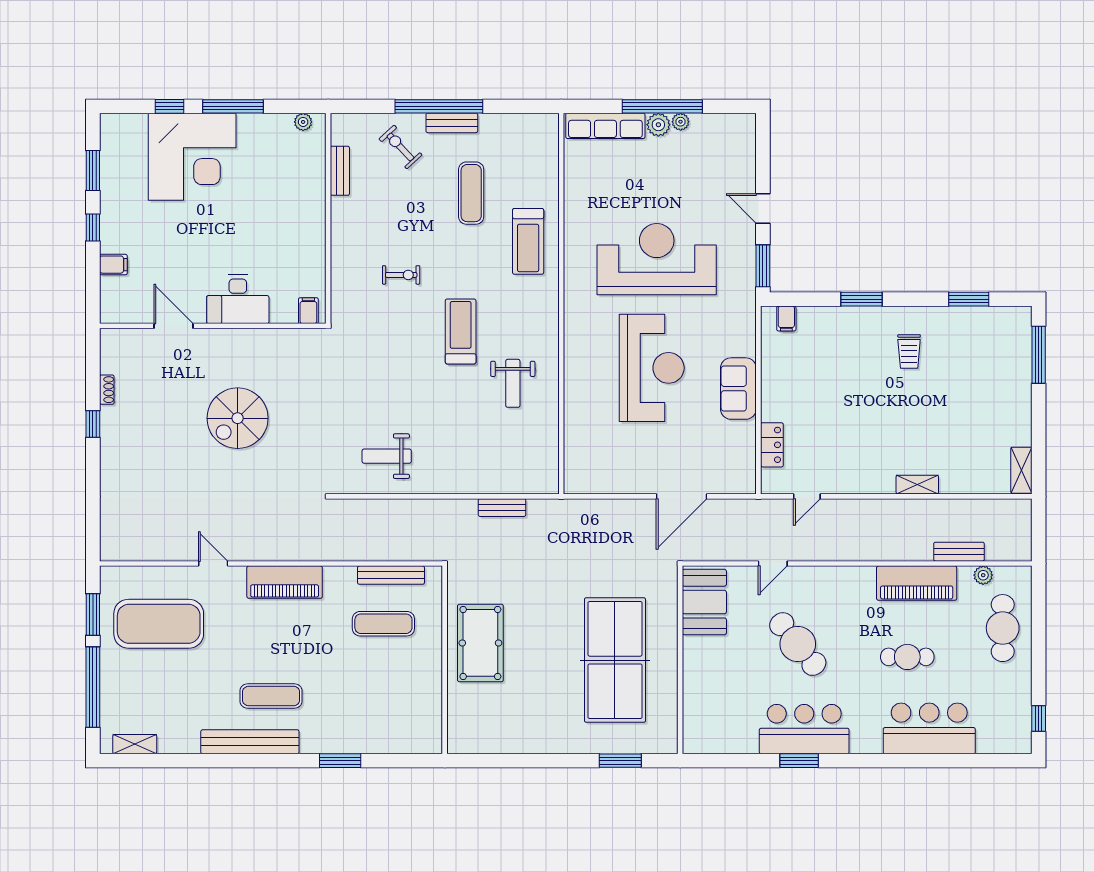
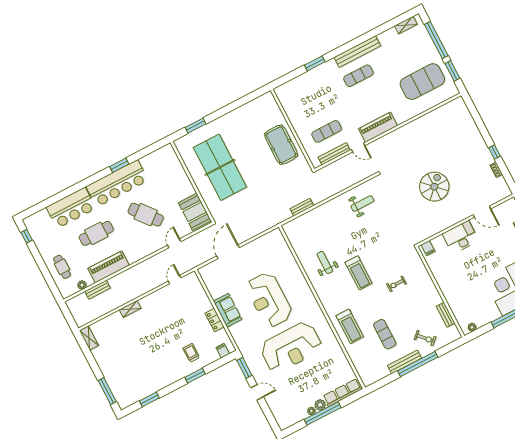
bench: (452, 123) -> (404, 362), width x1.36
treadmill: (528, 241) -> (350, 326), turned 180
trolley: (909, 351) -> (191, 353), moved
locker: (772, 445) -> (215, 320), moved
door: (213, 563) -> (358, 148), moved
cafe table: (1003, 628) -> (62, 267), width x0.73, depth x0.74
cafe table: (907, 657) -> (96, 233), width x1.37, depth x1.35
bar counter: (804, 729) -> (117, 183), width x1.36

